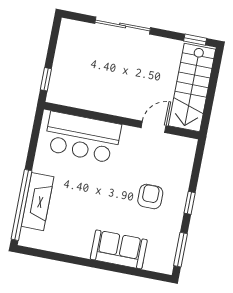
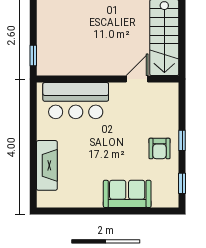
armchair: (150, 196) -> (159, 148), moved, turned 180
window: (22, 205) -> (33, 171), removed
window: (181, 250) -> (182, 183), width x0.67

